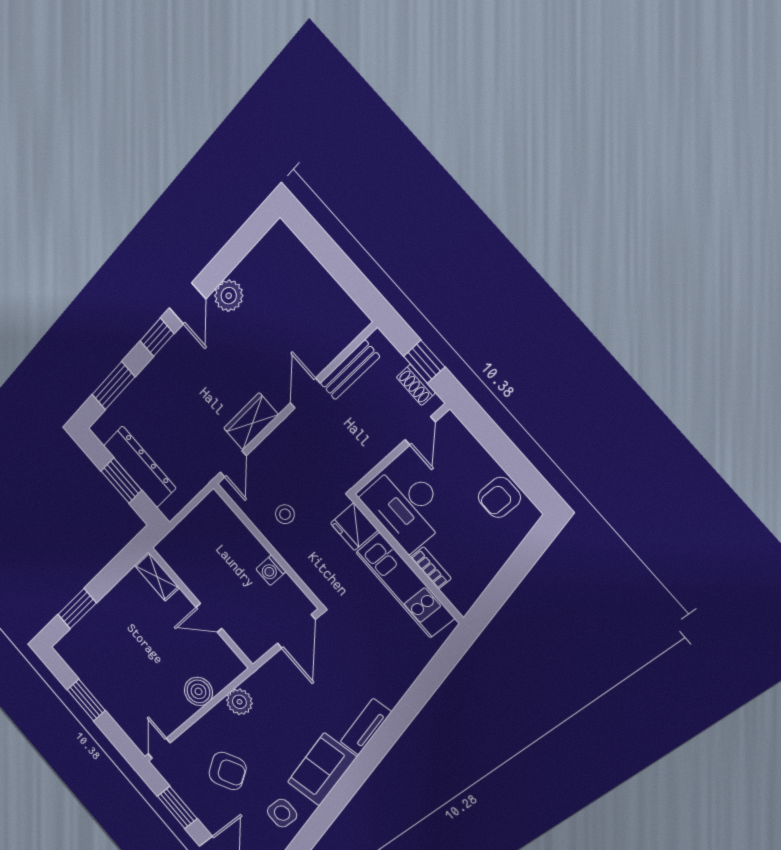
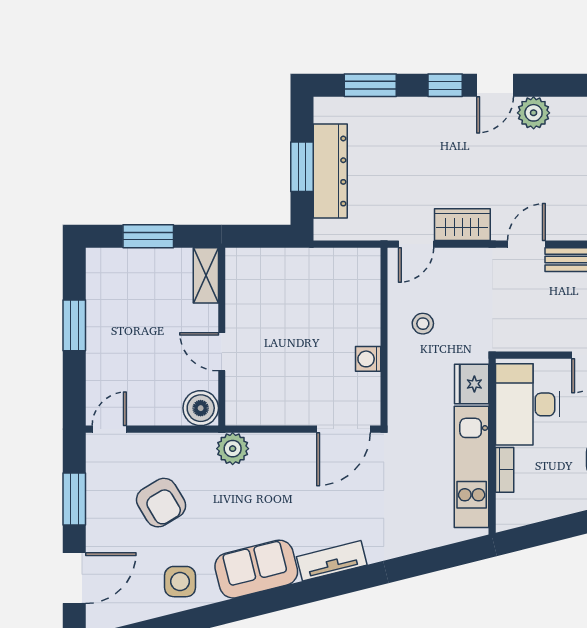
shelving: (157, 576) -> (206, 275), moved
wall: (200, 608) -> (222, 337), moved
door: (209, 618) -> (222, 352), moved

